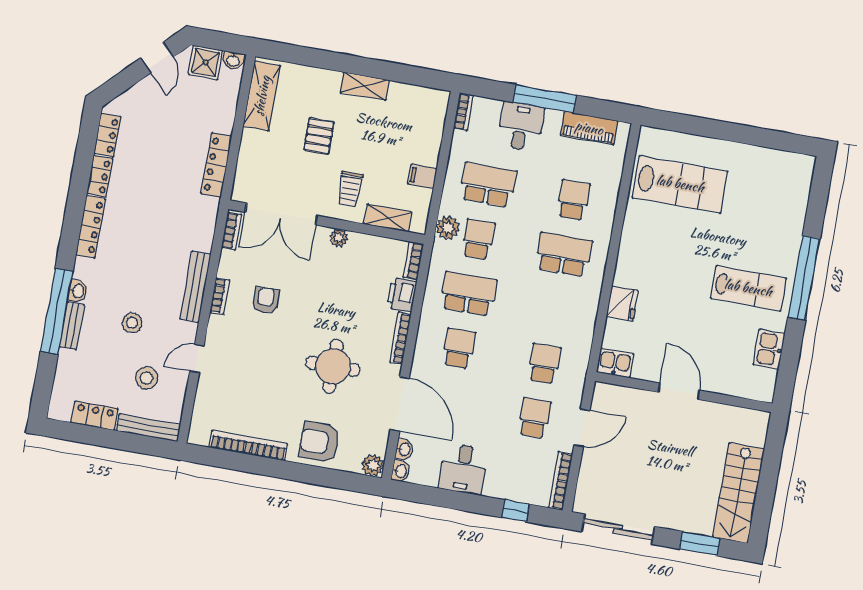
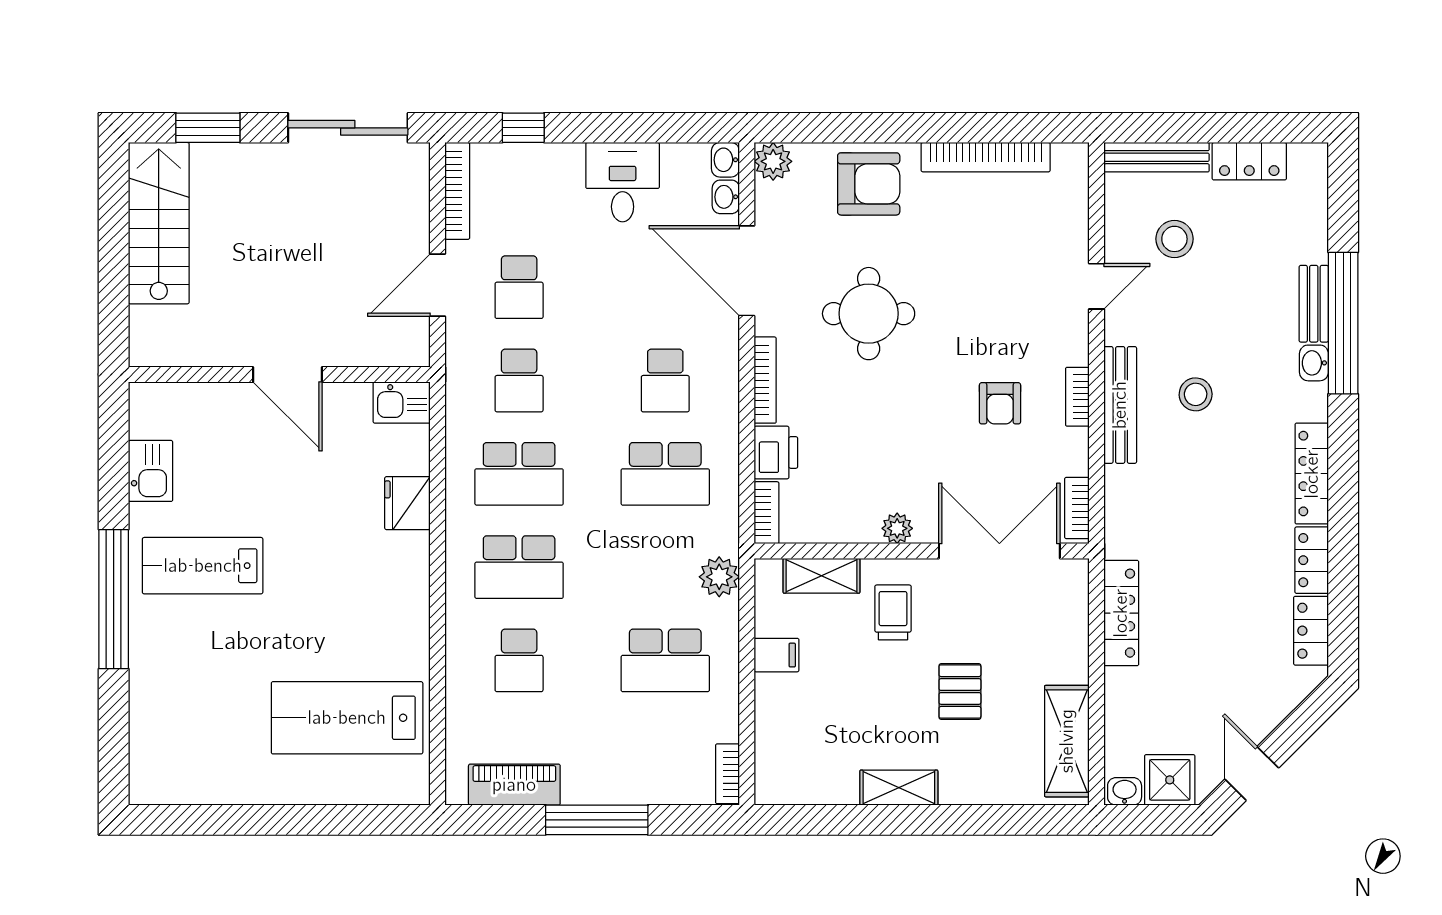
desk: (521, 126) -> (628, 767), removed
school desk: (478, 239) -> (519, 474), moved, width x1.85
stool: (132, 323) -> (1196, 394), moved

